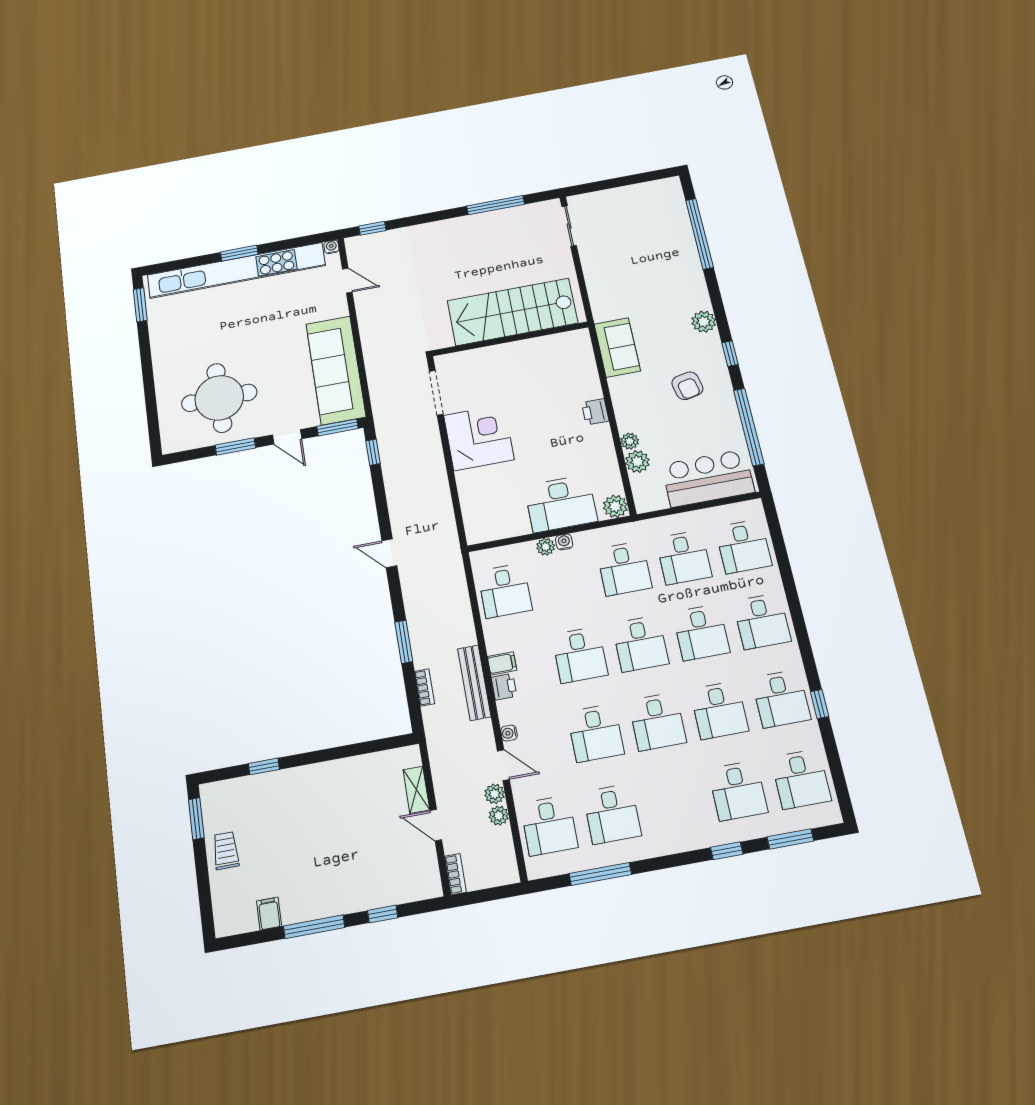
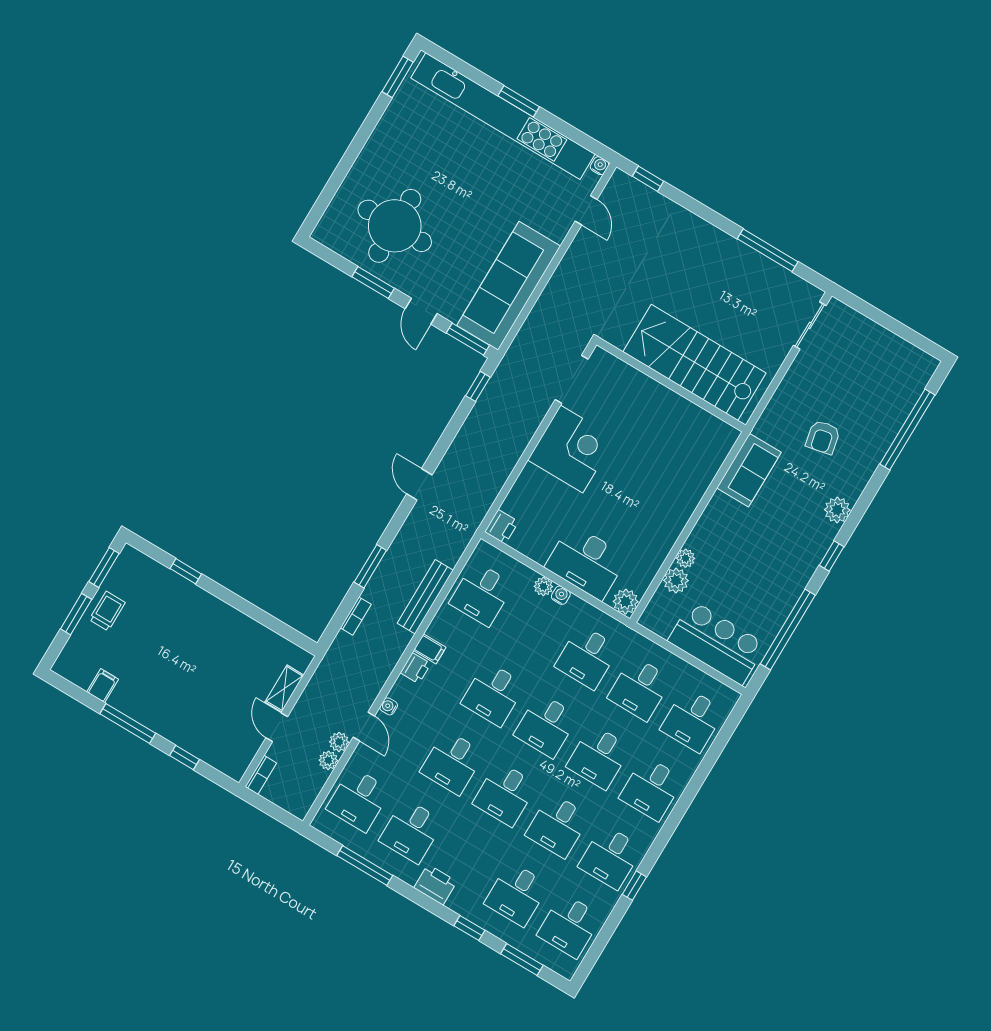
armchair: (687, 386) -> (823, 437), moved
printer: (595, 412) -> (502, 527), moved, turned 180
bench: (474, 683) -> (425, 597), moved
printer: (669, 840) -> (435, 885), added
window: (202, 875) -> (76, 614), added

